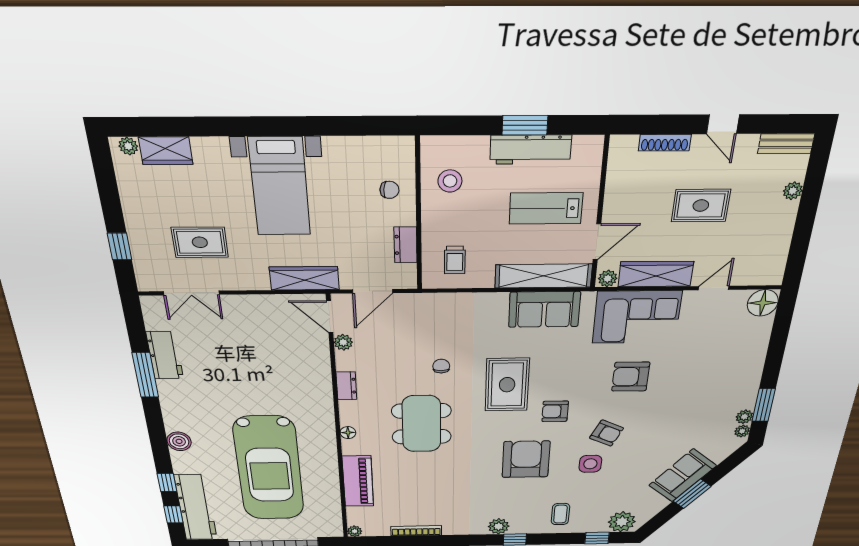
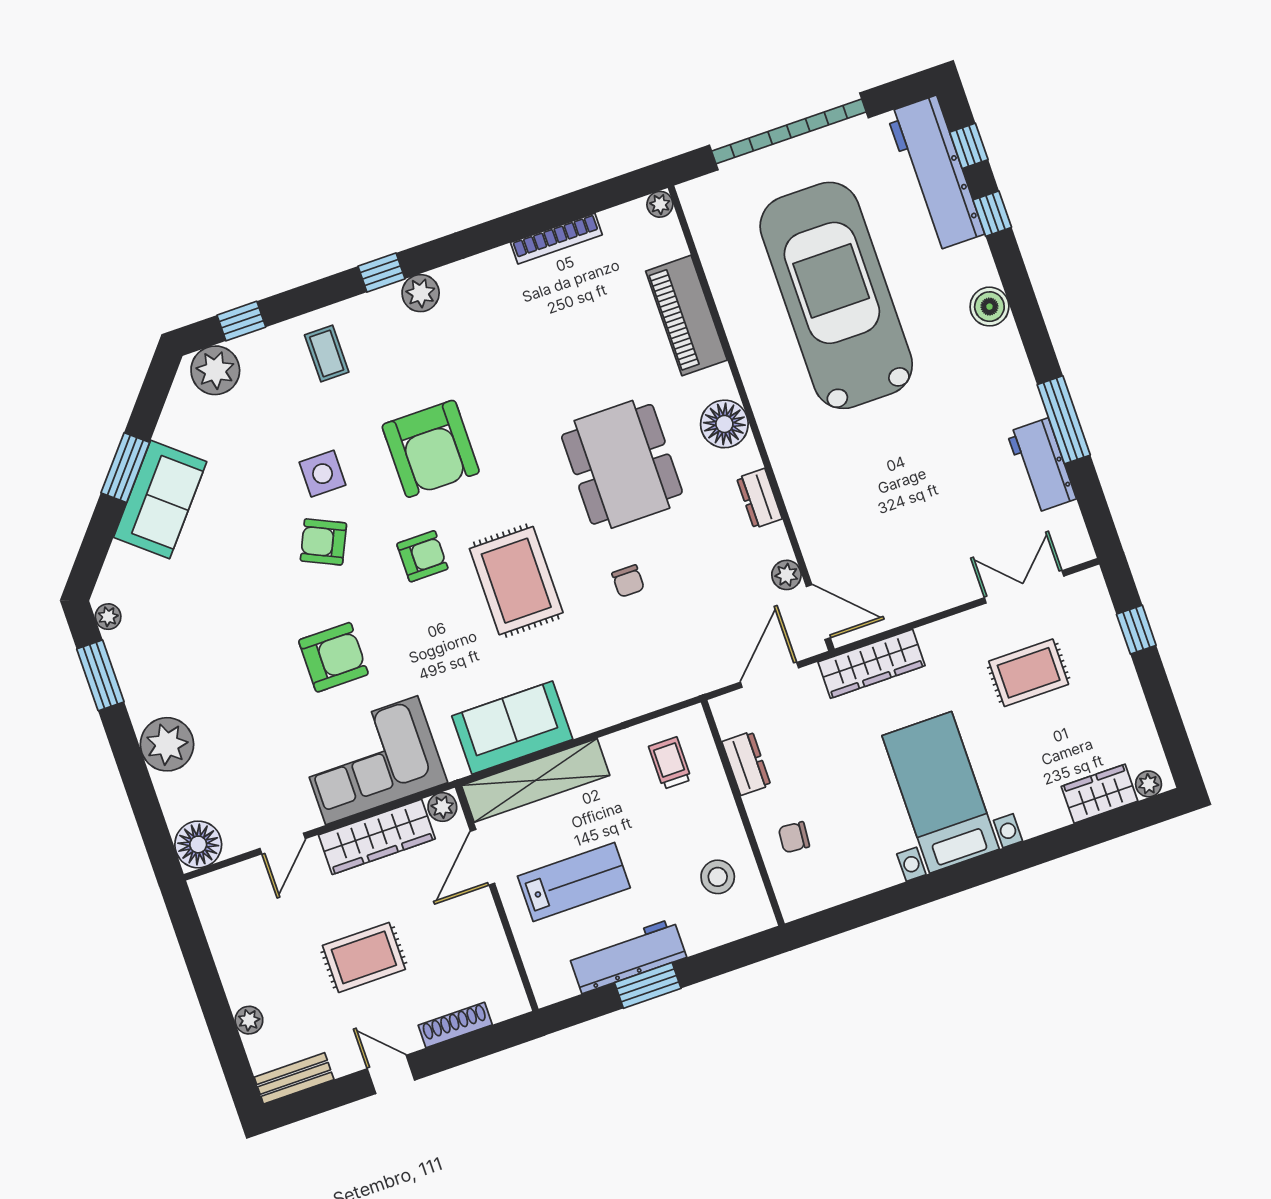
plant: (744, 417) -> (167, 744), moved, width x1.87, depth x1.87
floor lamp: (348, 433) -> (724, 424), width x1.89, depth x1.89

